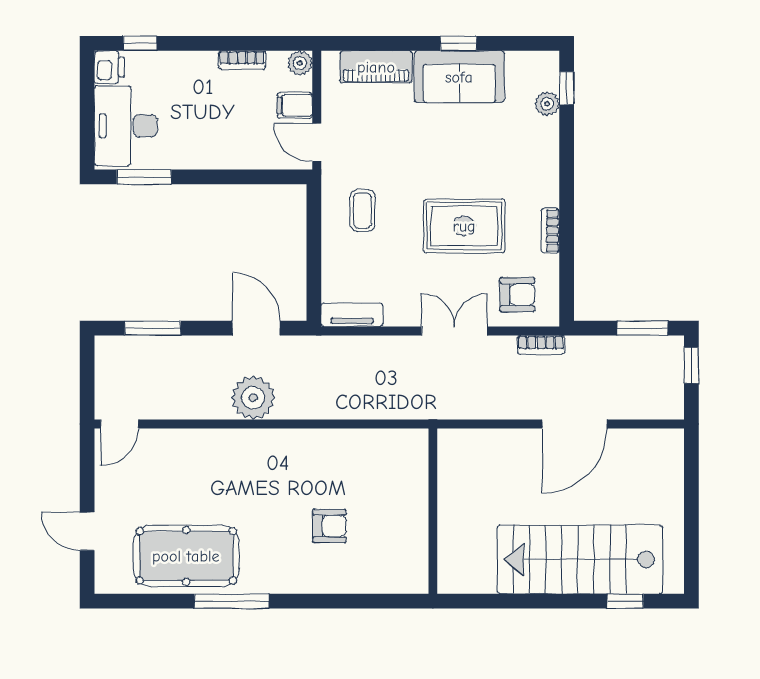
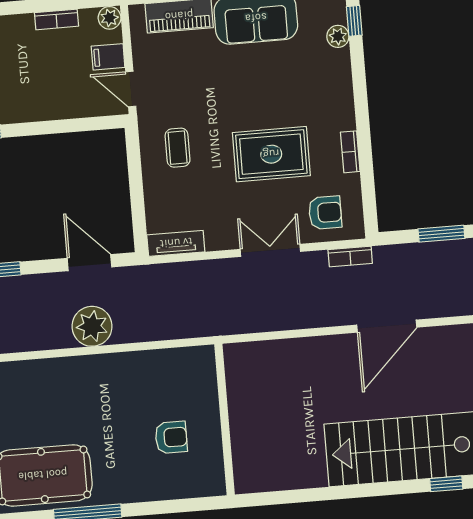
wall: (433, 511) -> (225, 419), moved

